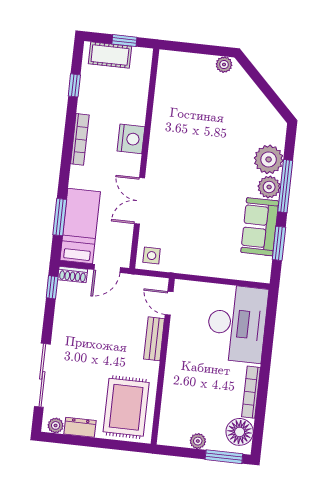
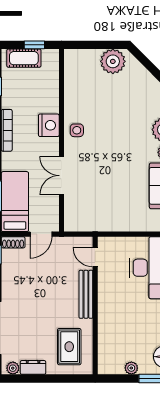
plant: (224, 65) -> (113, 61), width x1.88, depth x1.88
side table: (152, 256) -> (77, 130), moved
bench: (154, 339) -> (86, 294), width x1.36
rug: (126, 407) -> (69, 347), width x0.73, depth x0.70

